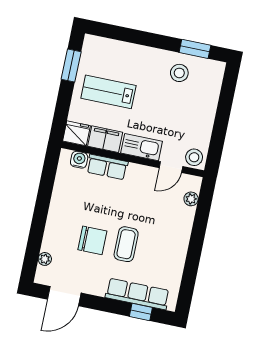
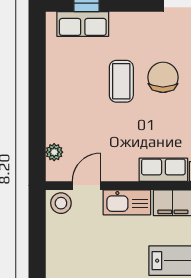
chair: (92, 240) -> (163, 77), turned 90
row of seats: (137, 294) -> (83, 24), width x0.68

